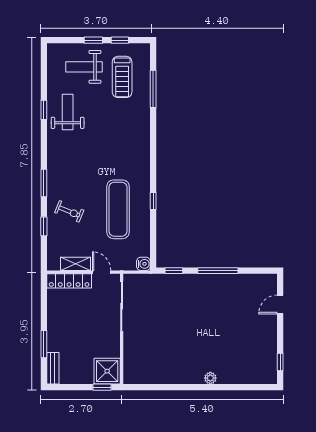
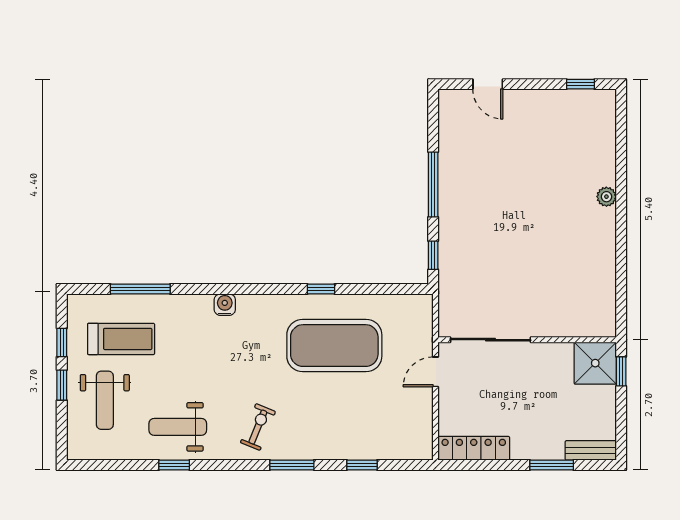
exercise mat: (118, 209) -> (334, 346), width x1.47
exercise bike: (69, 211) -> (258, 427), moved
shelving: (75, 264) -> (422, 414), removed
water cooler: (143, 264) -> (225, 305), moved
locker: (69, 281) -> (474, 448), moved, turned -90

